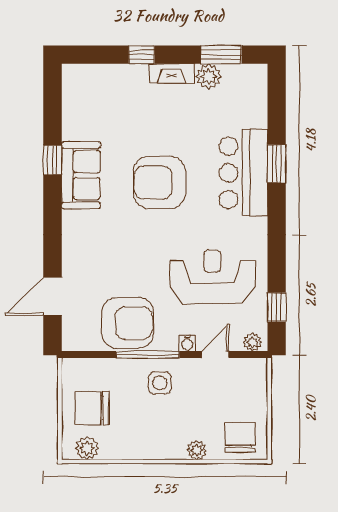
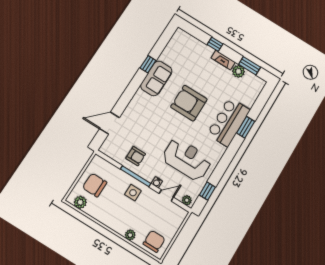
armchair: (128, 323) -> (136, 156), width x0.53, depth x0.53

